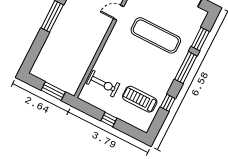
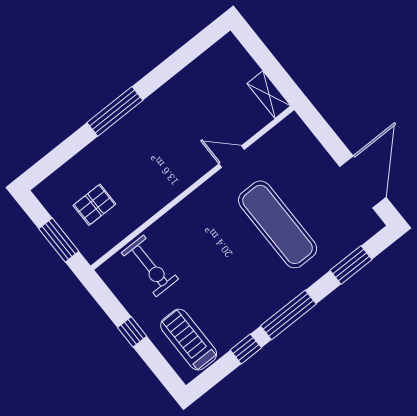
pallet: (63, 66) -> (94, 205), added
window: (186, 68) -> (288, 315), moved
treadmill: (140, 99) -> (189, 340), moved

